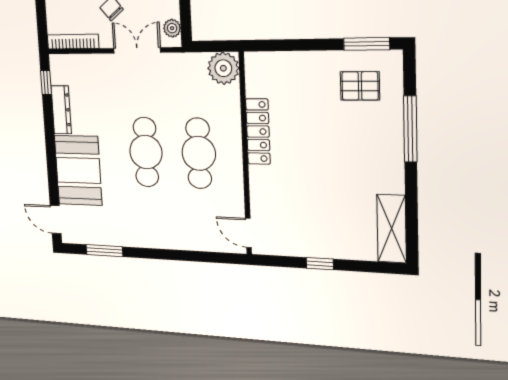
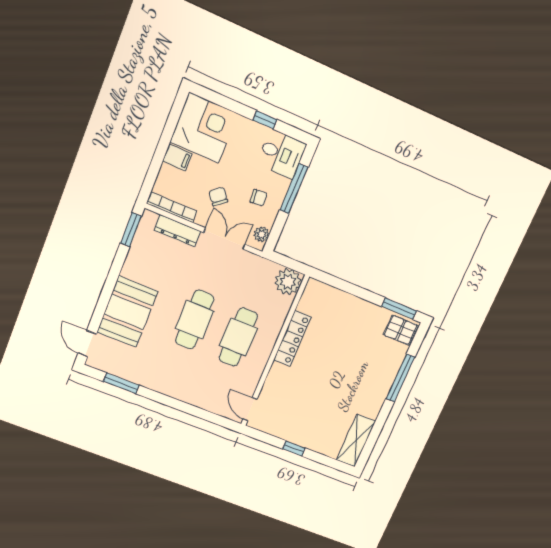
window: (46, 83) -> (131, 230), width x1.50
pallet: (360, 86) -> (401, 330), moved
dresser: (61, 110) -> (177, 231), moved, turned 90

